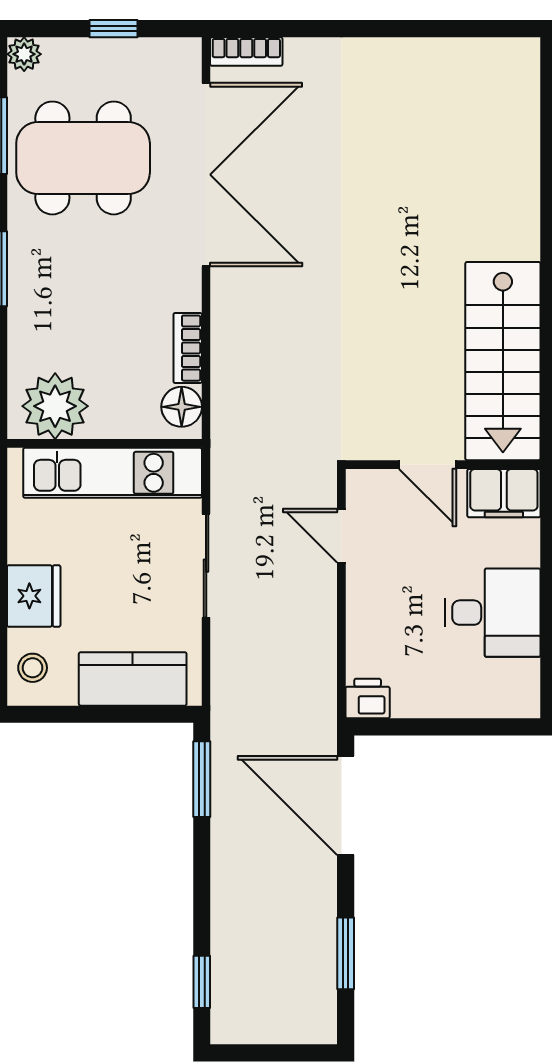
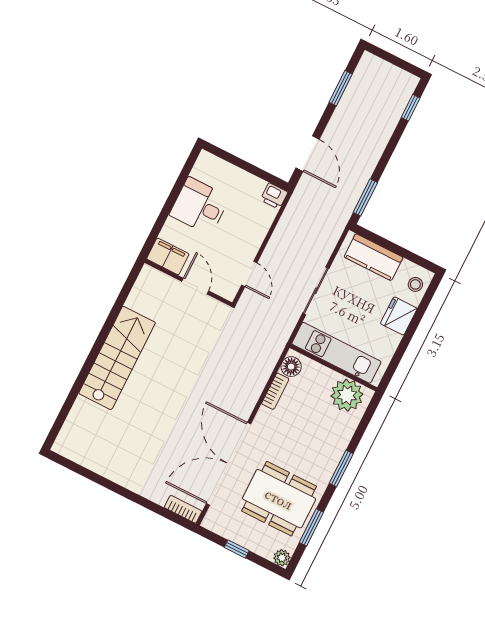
stairs: (503, 361) -> (117, 358), moved
door: (346, 806) -> (308, 154), width x0.73

